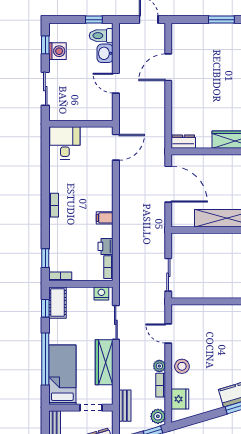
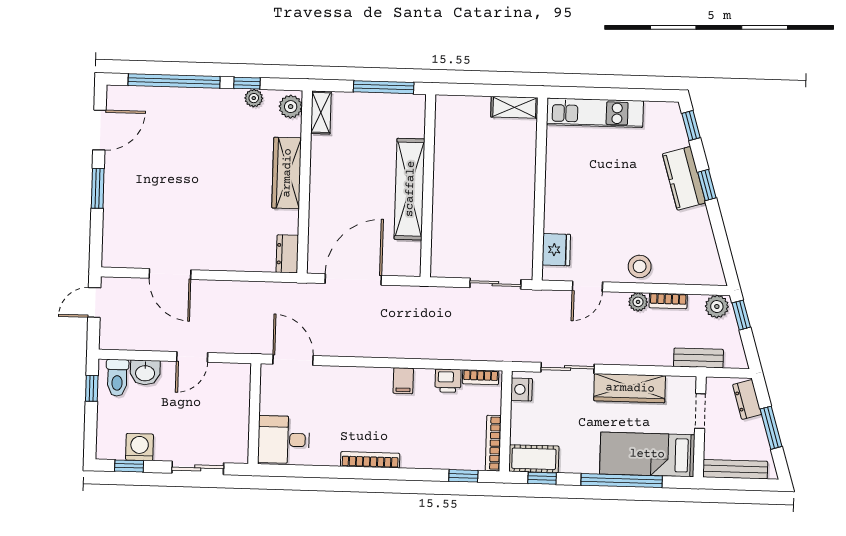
bookcase: (54, 205) -> (370, 460), width x1.56
bookcase: (60, 276) -> (493, 443), width x1.56
fridge: (180, 399) -> (556, 250), moved, turned 90

